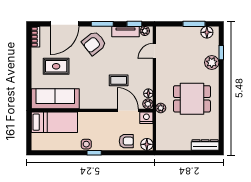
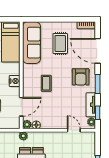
armchair: (94, 43) -> (81, 77), turned -142
coffee table: (119, 80) -> (46, 83), moved
nightstand: (146, 118) -> (15, 81), moved

